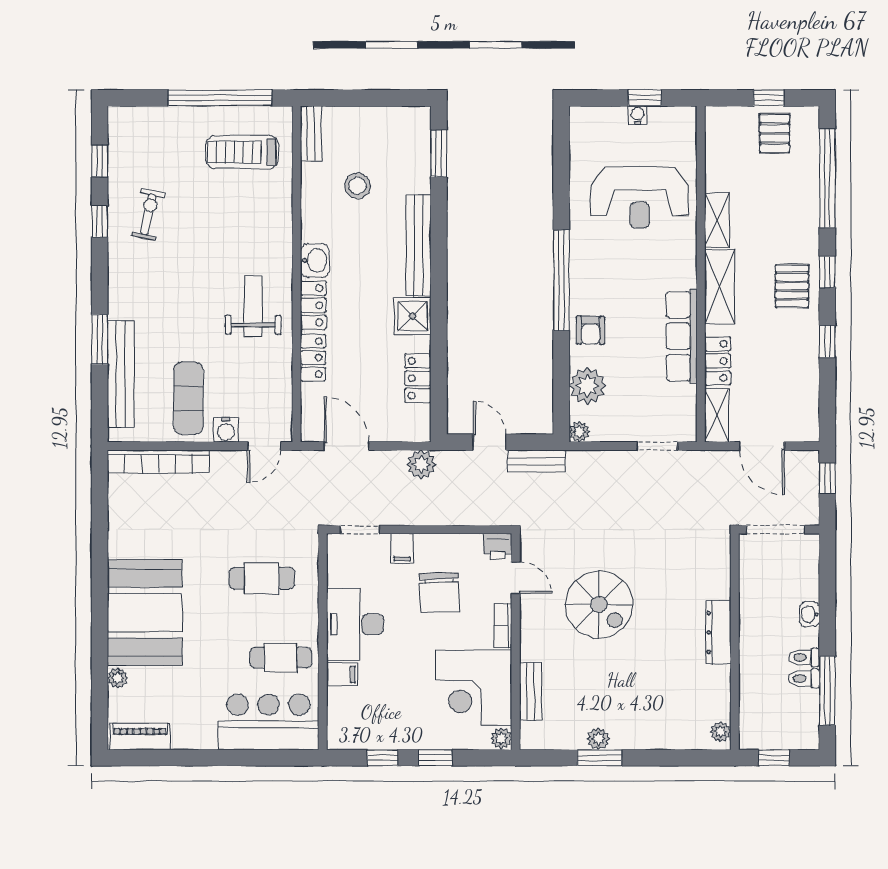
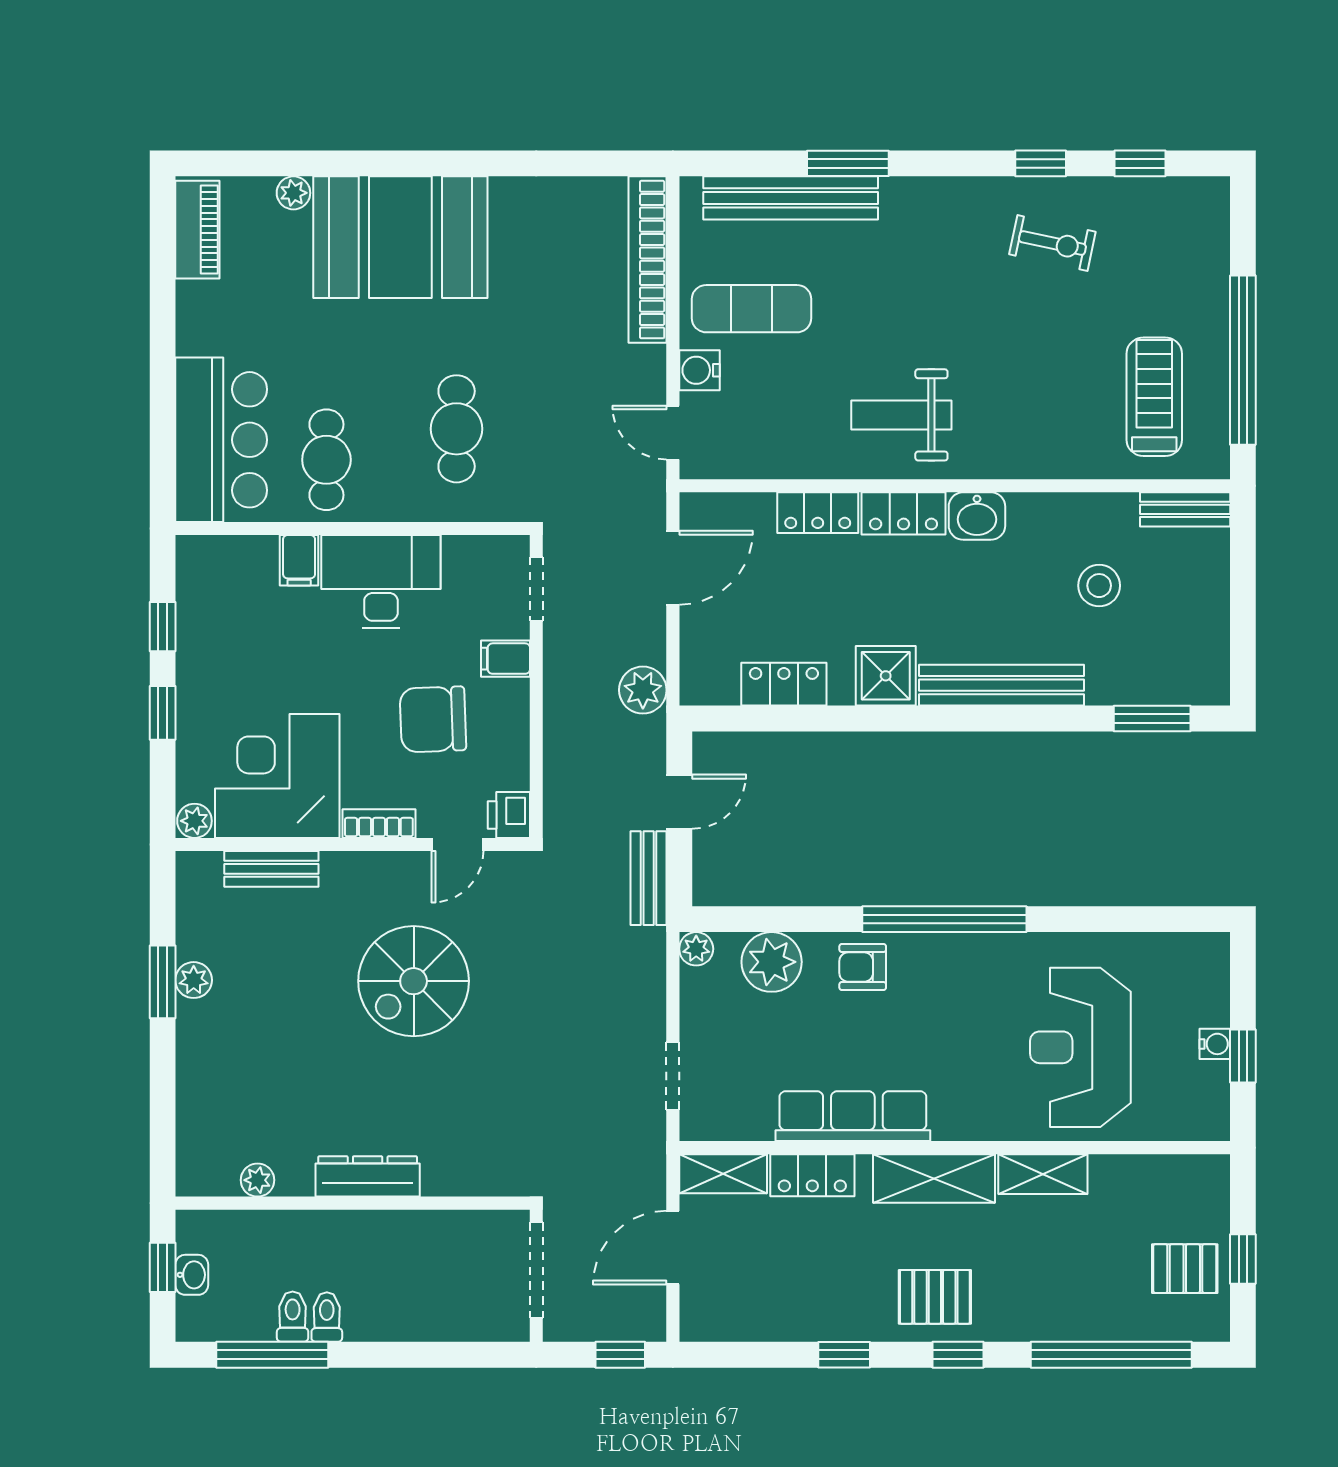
weight bench: (253, 306) -> (901, 415), turned 180
washbasin: (809, 614) -> (192, 1275), moved, turned 90
plant: (721, 732) -> (257, 1180), moved

